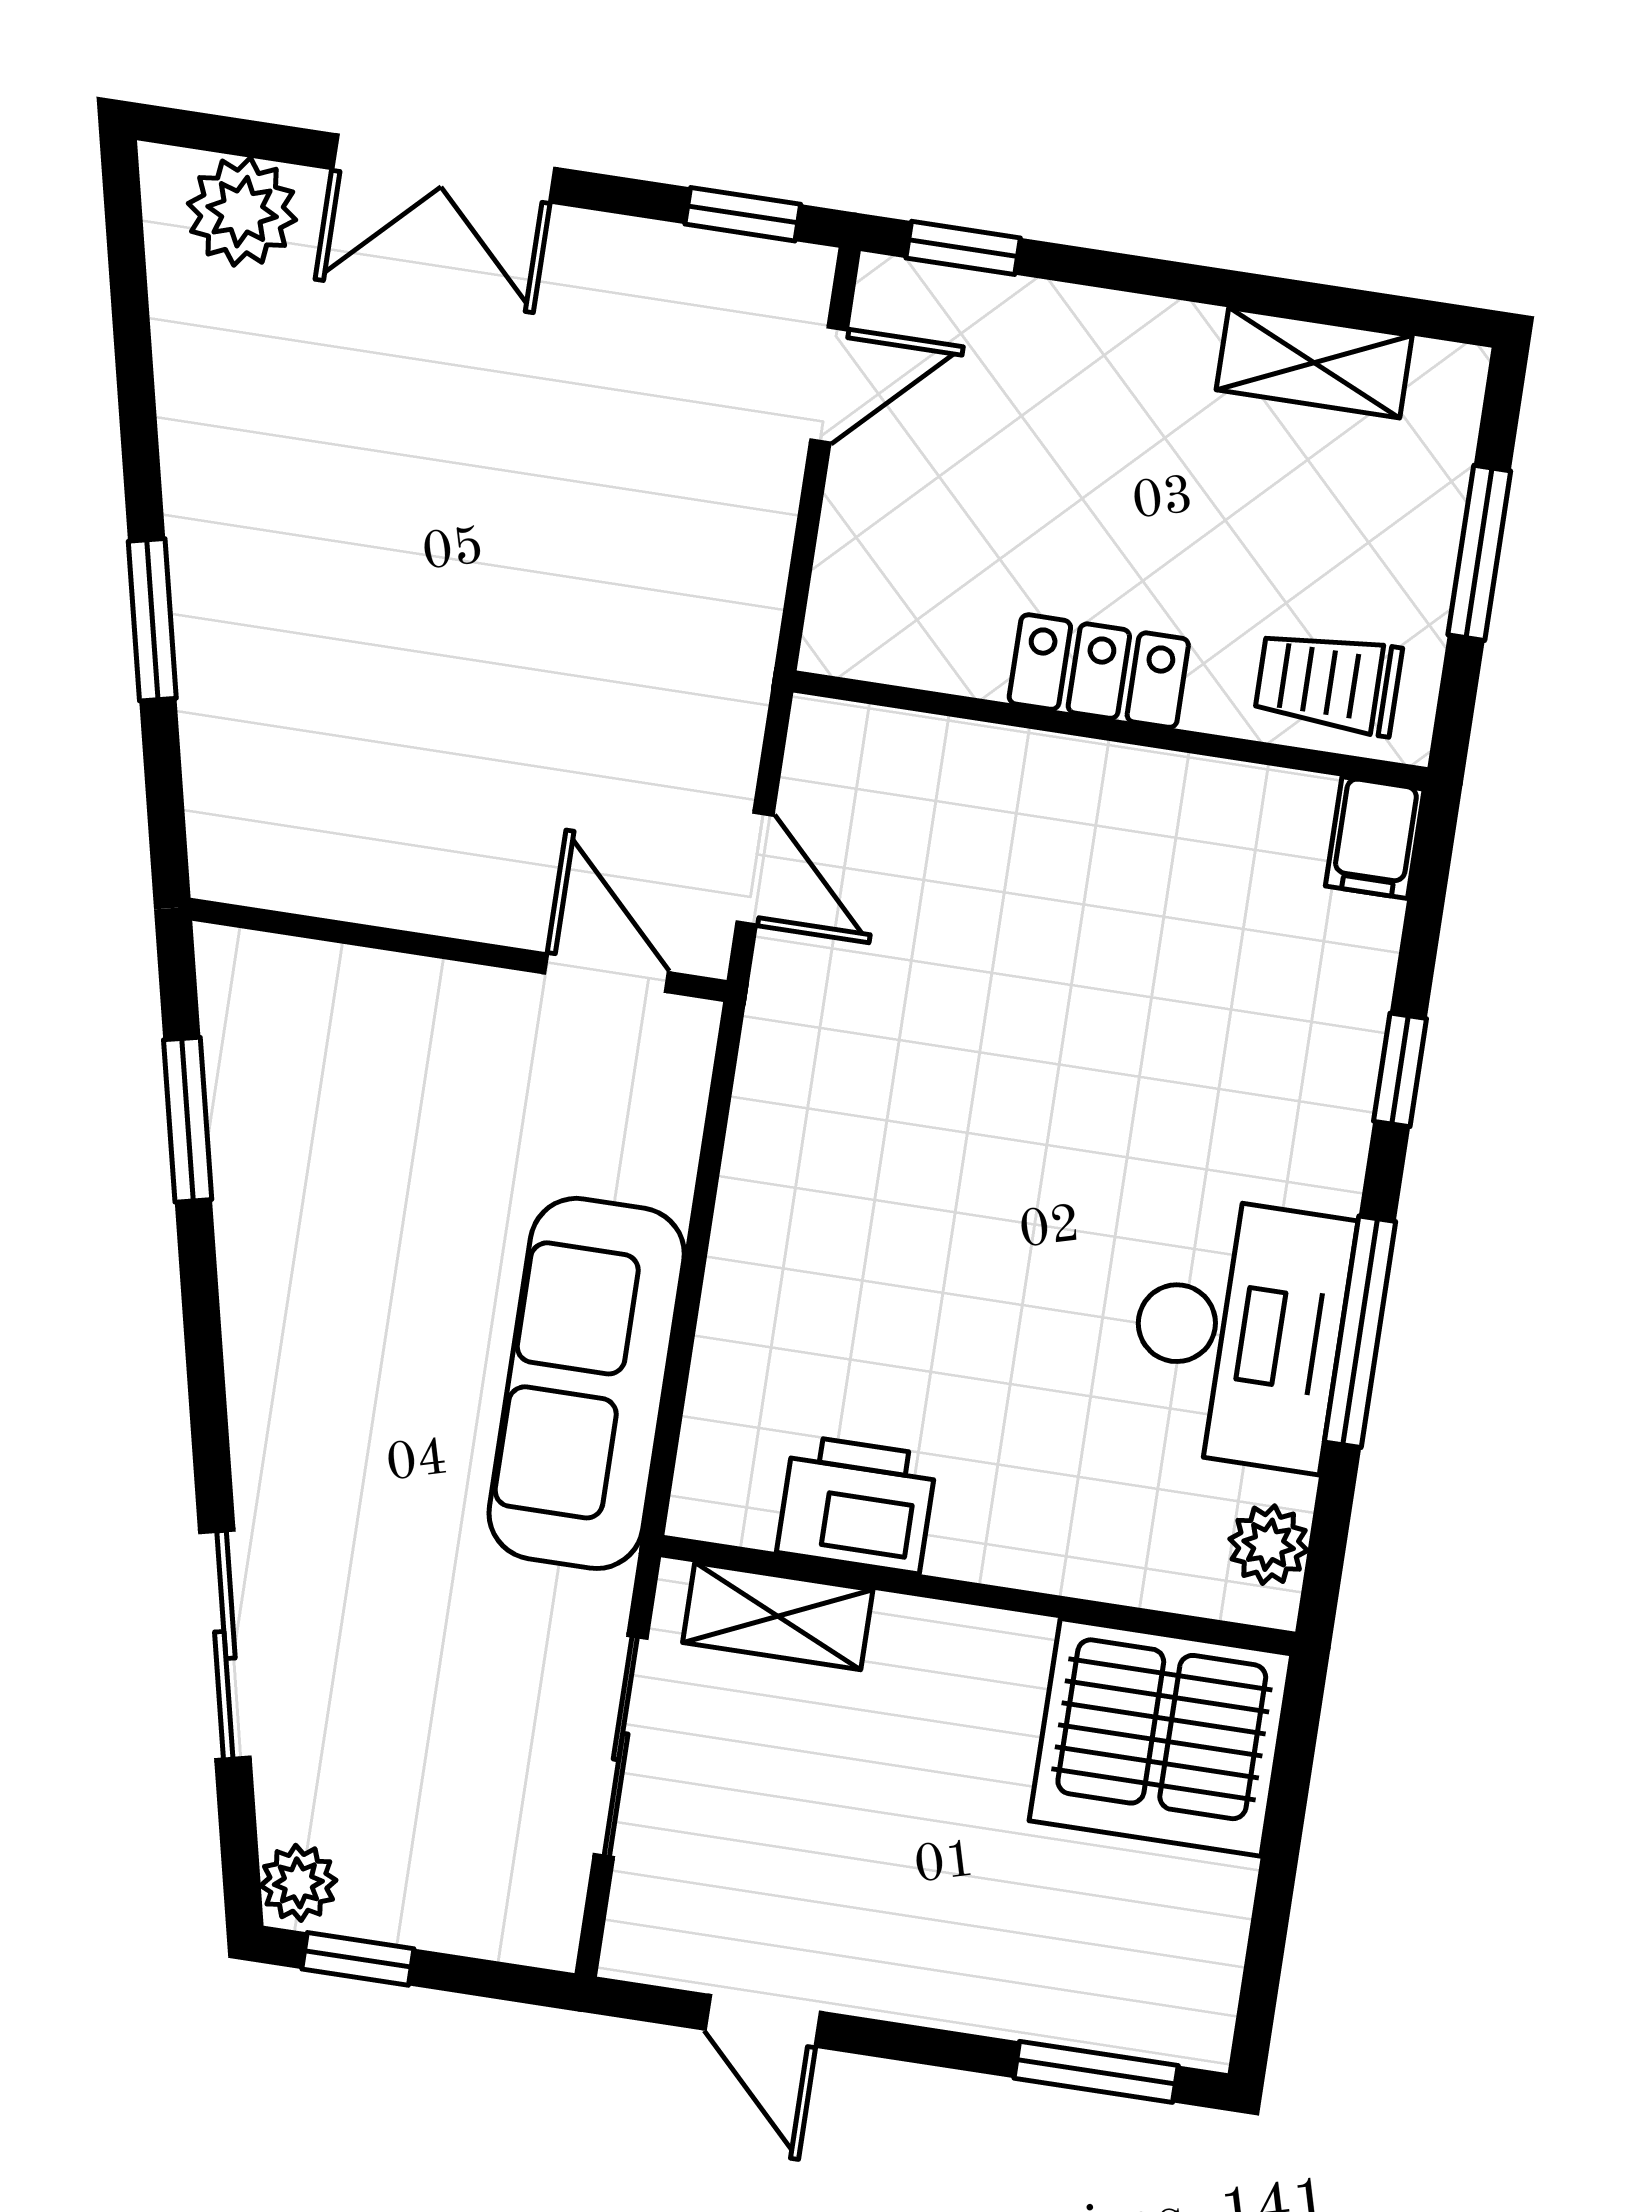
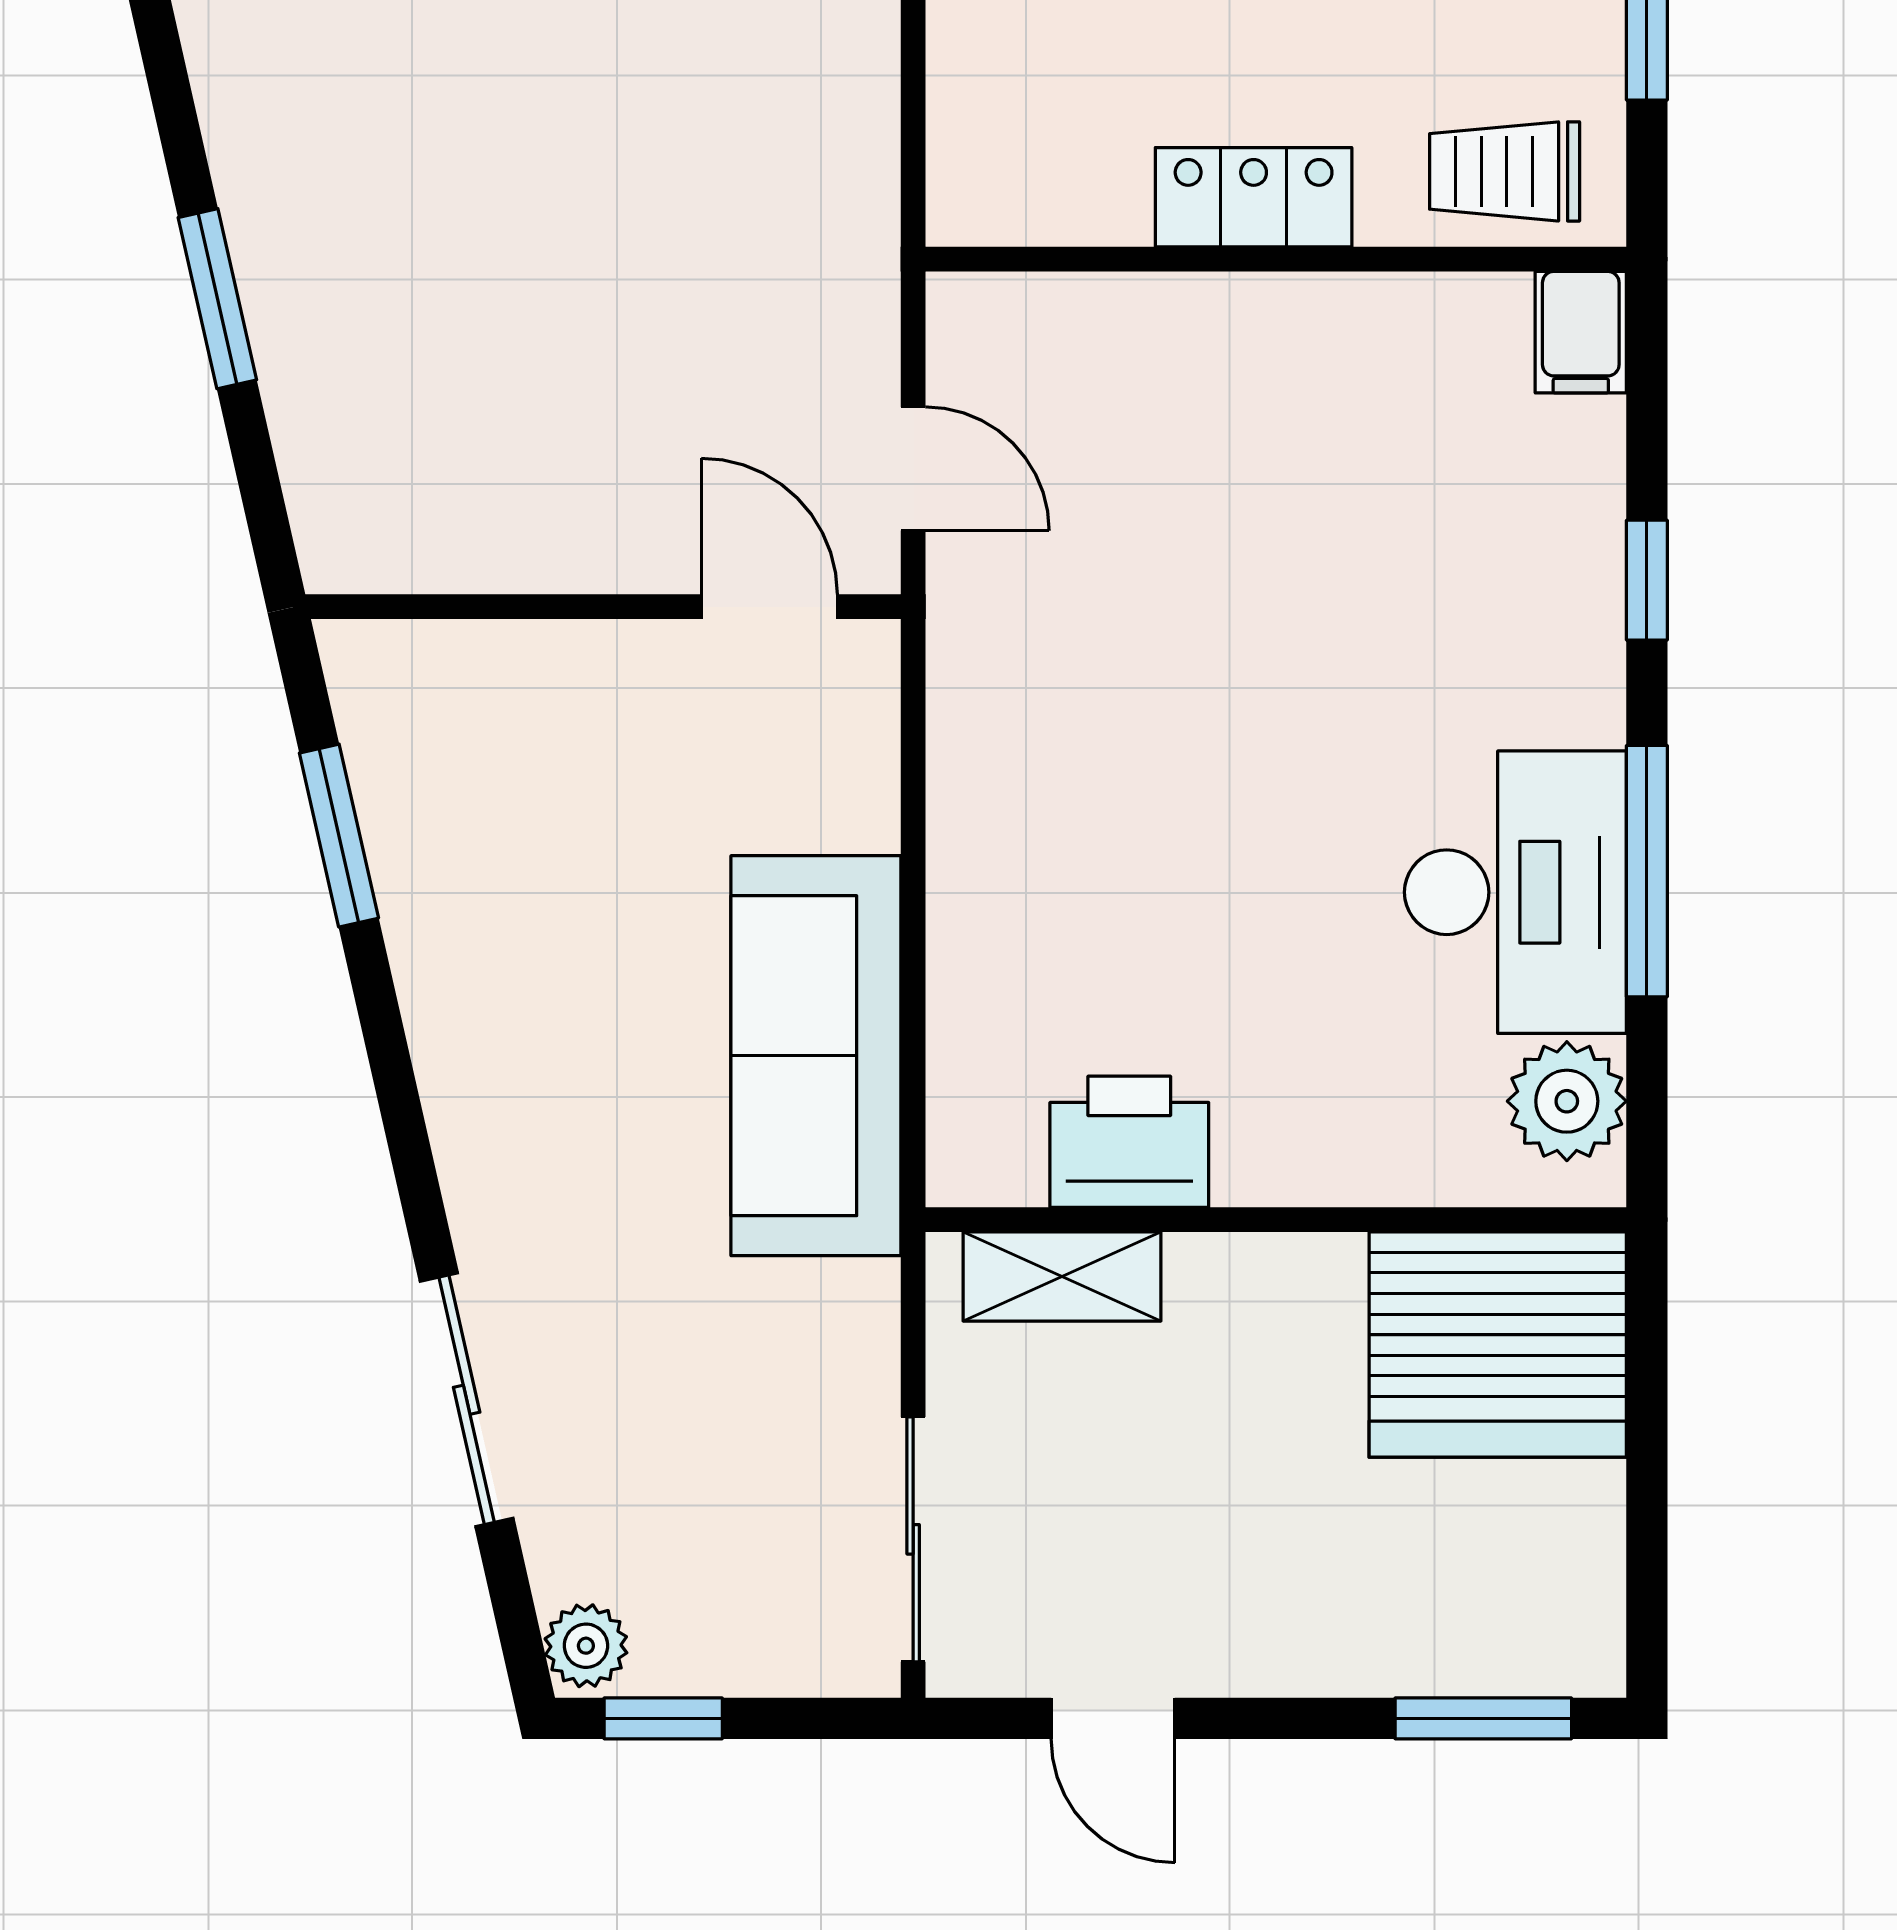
plant: (1269, 1545) -> (1567, 1101), width x1.38, depth x1.38
sliding door: (621, 1747) -> (913, 1539), moved

